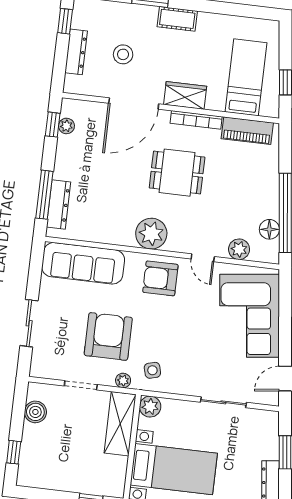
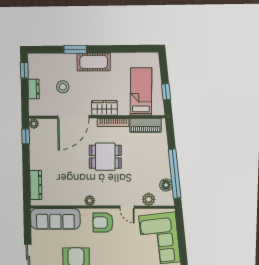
cot: (177, 19) -> (94, 62), width x1.37, depth x1.34
dresser: (76, 52) -> (34, 89), width x0.70
plant: (66, 126) -> (34, 124), moved
window: (44, 195) -> (26, 180), removed
plant: (151, 234) -> (90, 201), width x0.53, depth x0.53

